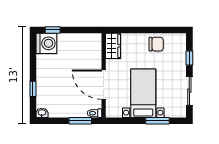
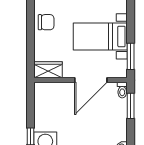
chair: (156, 44) -> (46, 22), turned 90
window: (157, 121) -> (131, 56), moved

